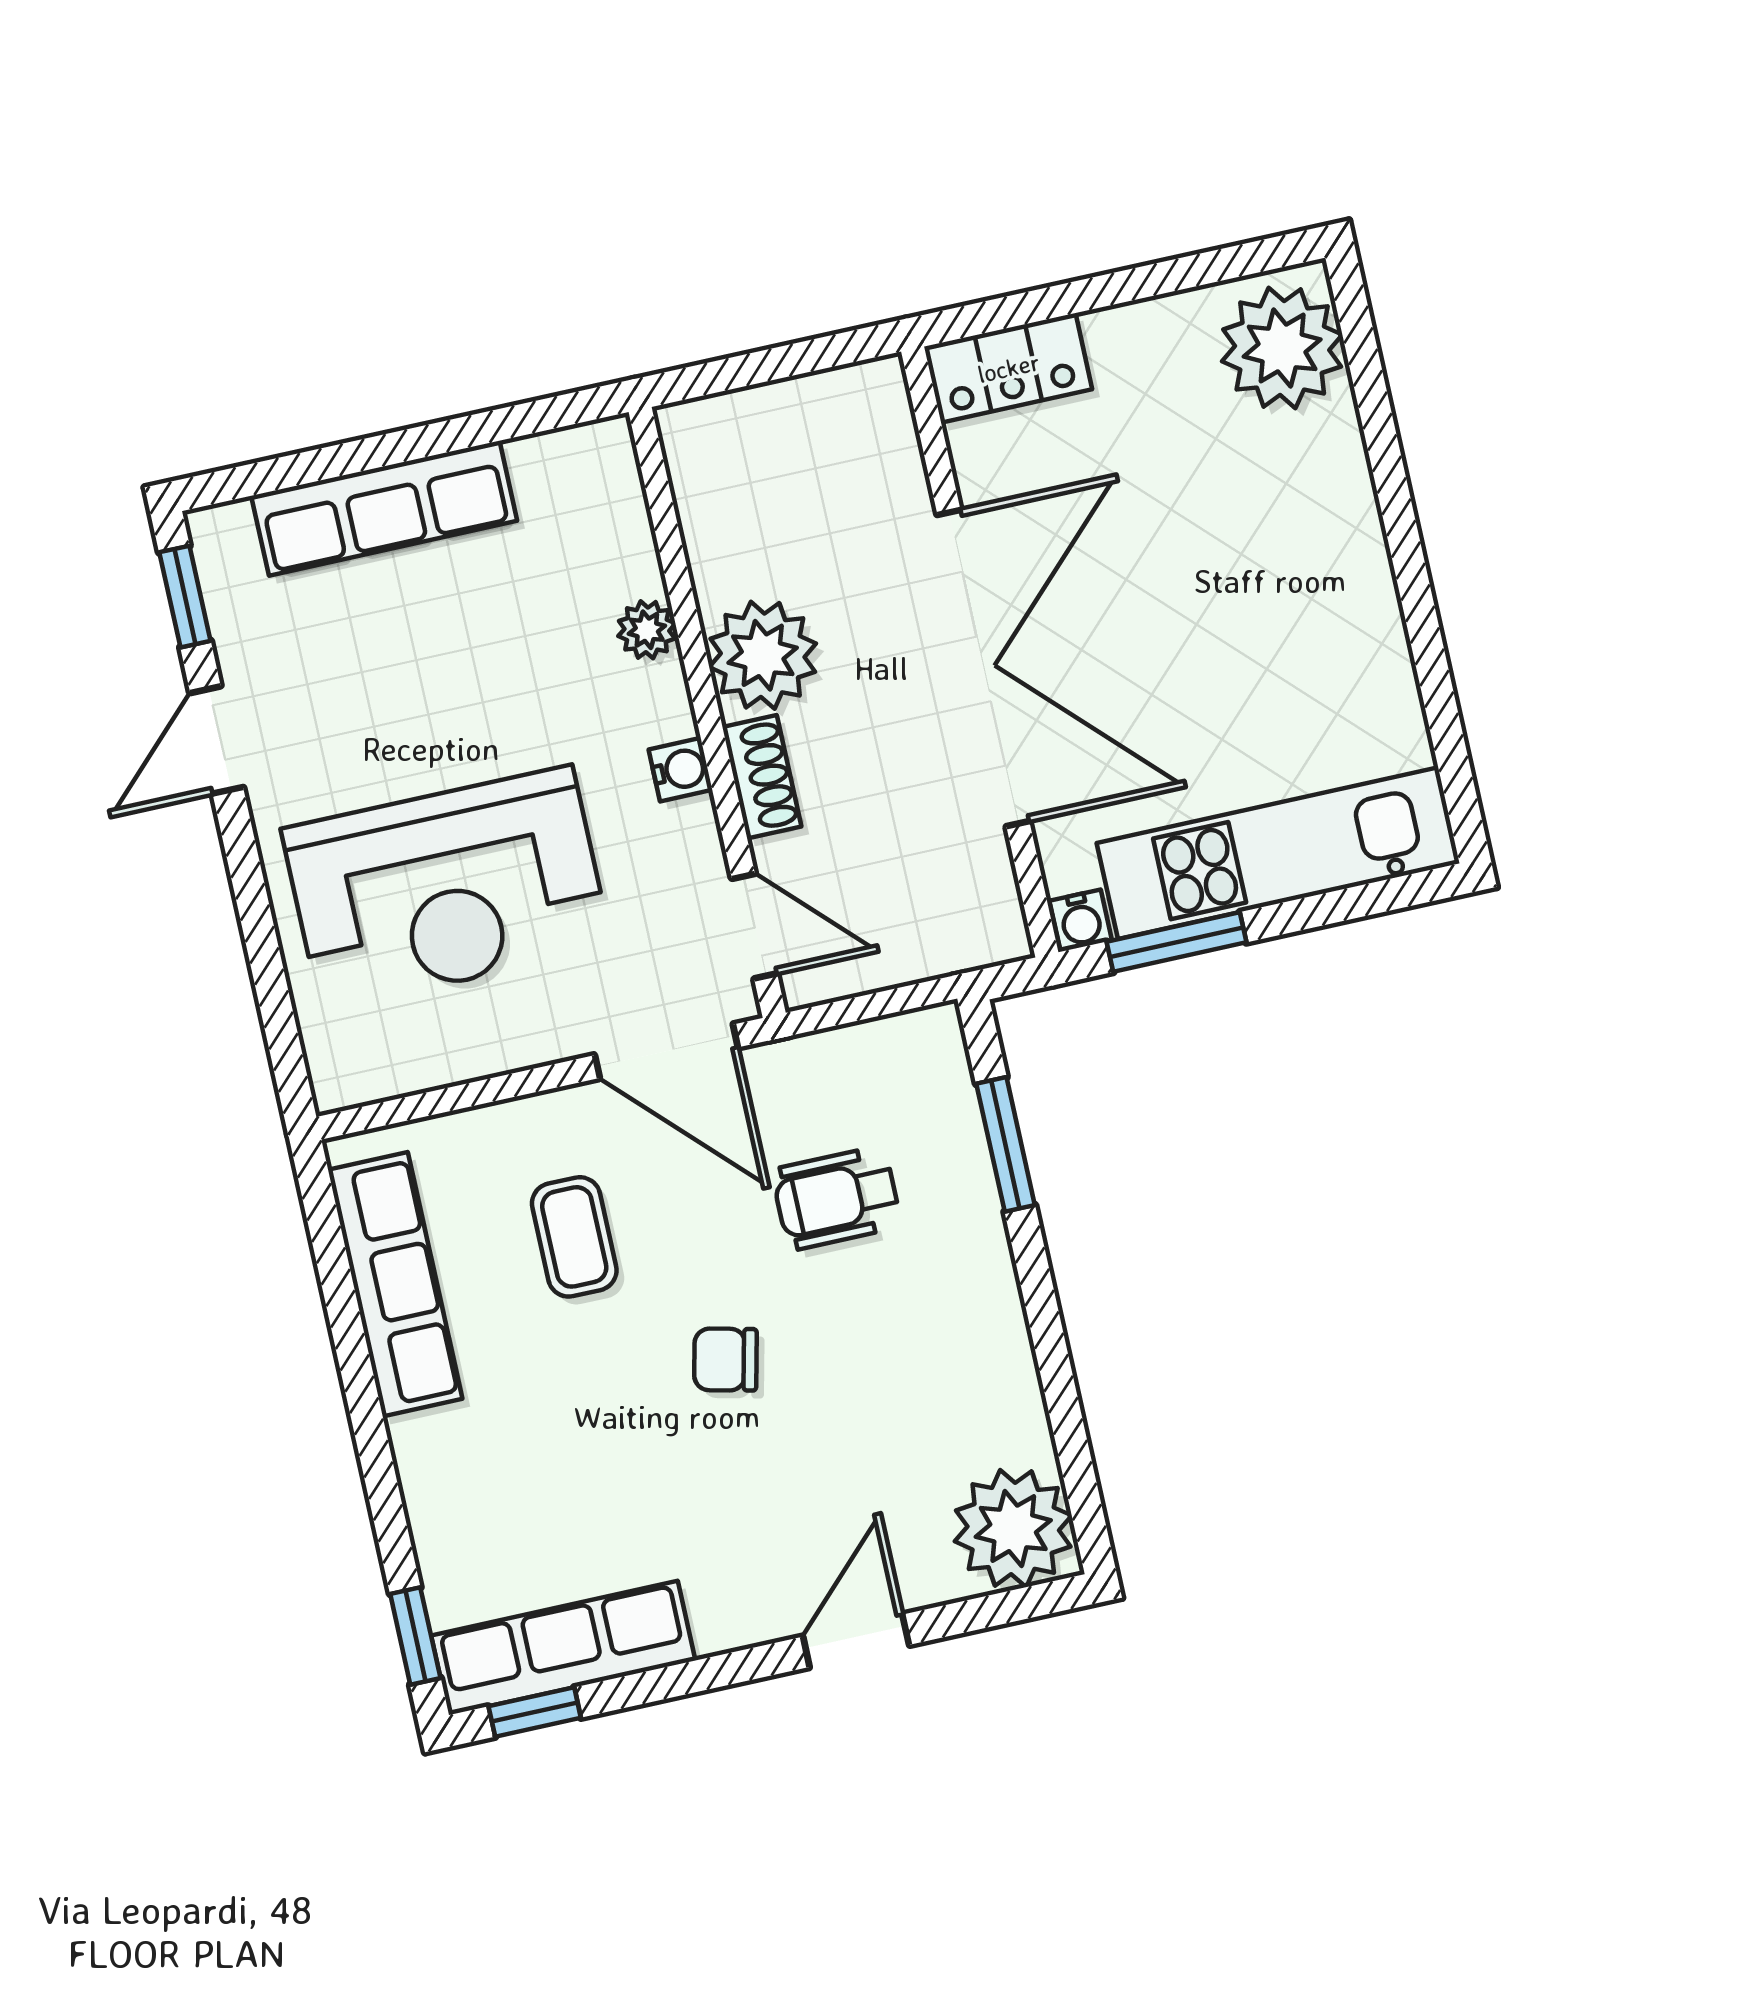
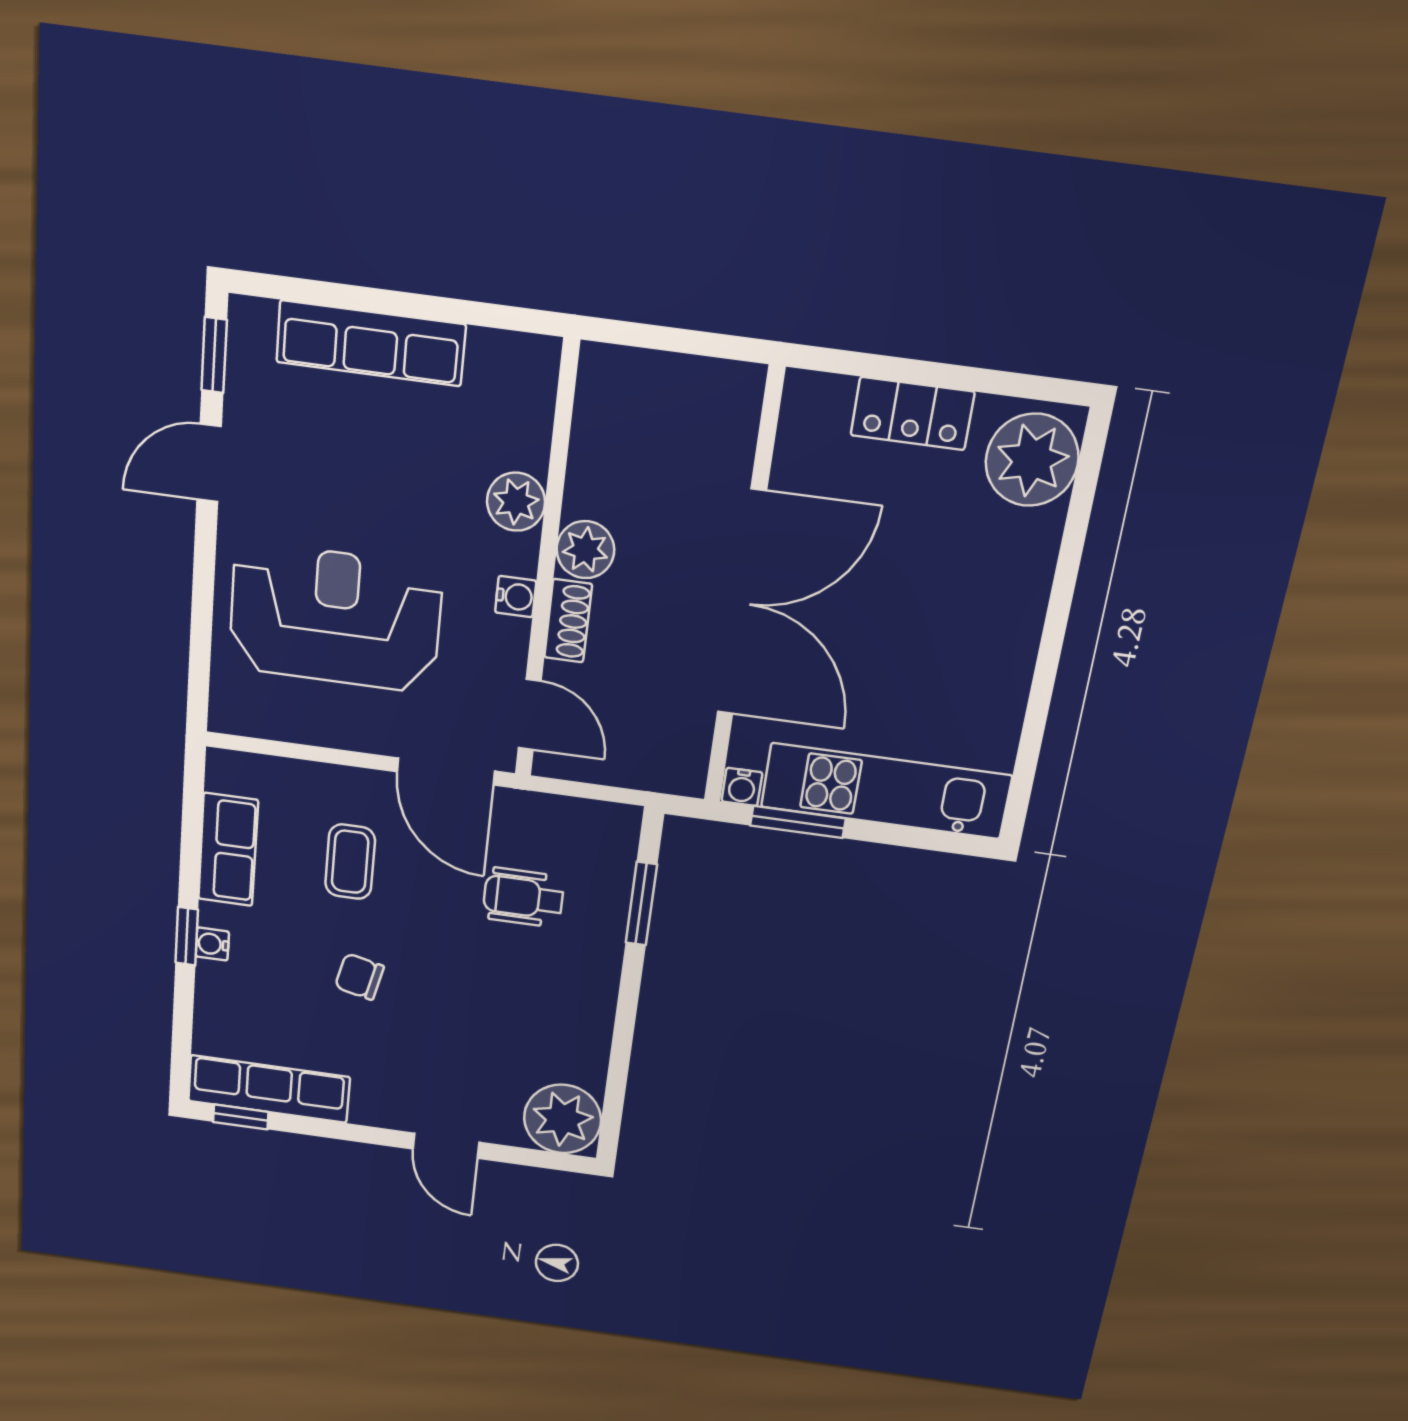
locker: (1008, 368) -> (912, 414), moved
plant: (647, 630) -> (516, 502), width x1.38, depth x1.38
plant: (763, 655) -> (585, 550), width x0.73, depth x0.73
reception desk: (447, 888) -> (335, 617), turned 180
row of seats: (395, 1284) -> (228, 850), width x0.68
chair: (725, 1360) -> (359, 977), moved
water cooler: (413, 1441) -> (212, 944), added
window: (415, 1636) -> (187, 936), moved
door: (856, 1641) -> (446, 1146), swing flipped

